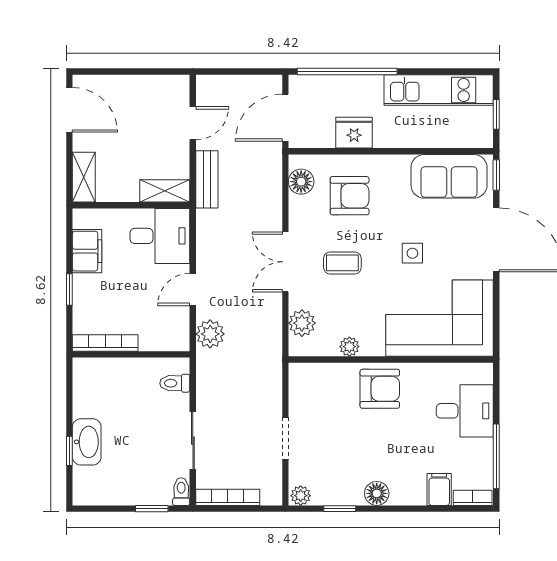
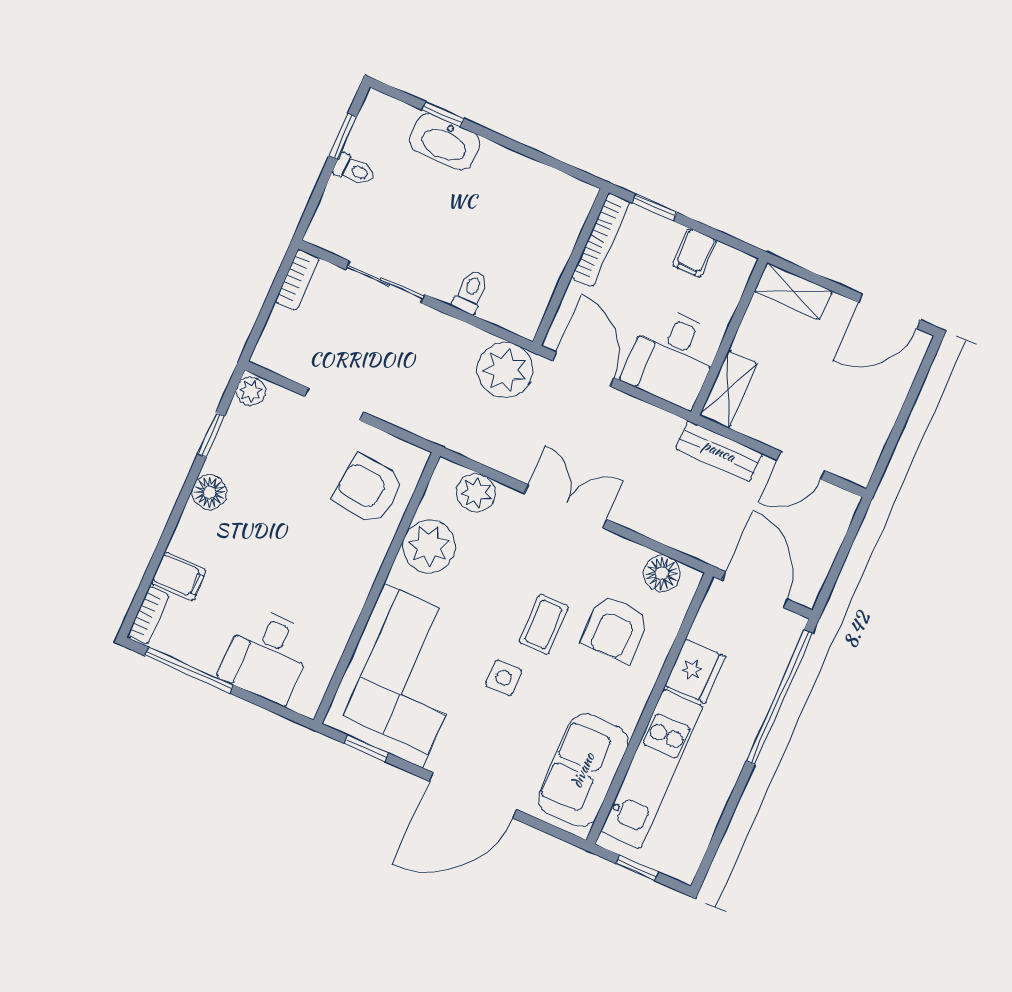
kitchen unit: (439, 90) -> (652, 769), moved, turned 180
door: (193, 123) -> (801, 465), hinge flipped
window: (496, 175) -> (366, 748), moved
filing cabinet: (87, 251) -> (694, 253), width x0.50
coffee table: (342, 263) -> (544, 624), moved
door: (193, 289) -> (583, 369), width x1.37
plant: (210, 334) -> (505, 370), width x1.36, depth x1.36
bookcase: (105, 343) -> (601, 240), moved
plant: (349, 347) -> (429, 546), width x1.87, depth x1.87
wall: (131, 354) -> (571, 267), moved
armchair: (380, 389) -> (369, 490), moved, turned 96
toilet: (181, 492) -> (355, 170), moved
bookcase: (228, 497) -> (297, 280), width x0.64
window: (152, 509) -> (343, 136), moved

